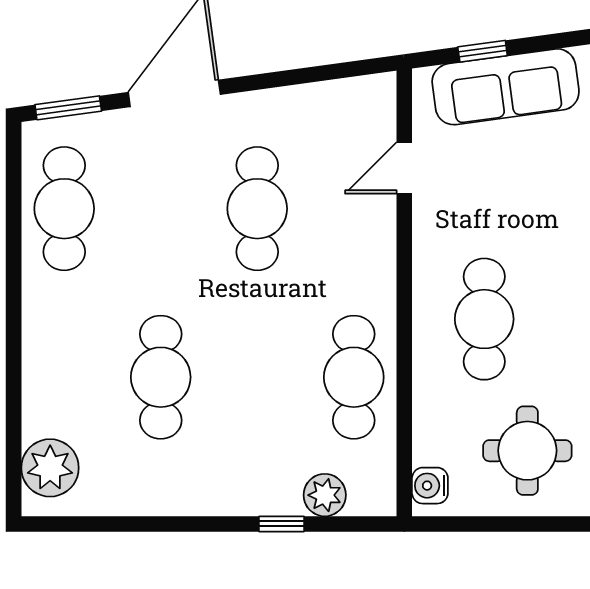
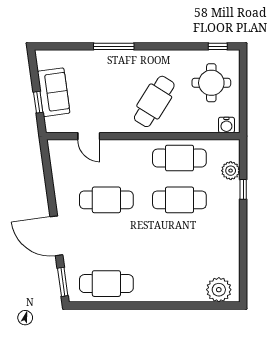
sofa: (506, 87) -> (54, 92), width x0.73
cafe table: (484, 319) -> (154, 101), turned -58
cafe table: (161, 377) -> (179, 200), moved

